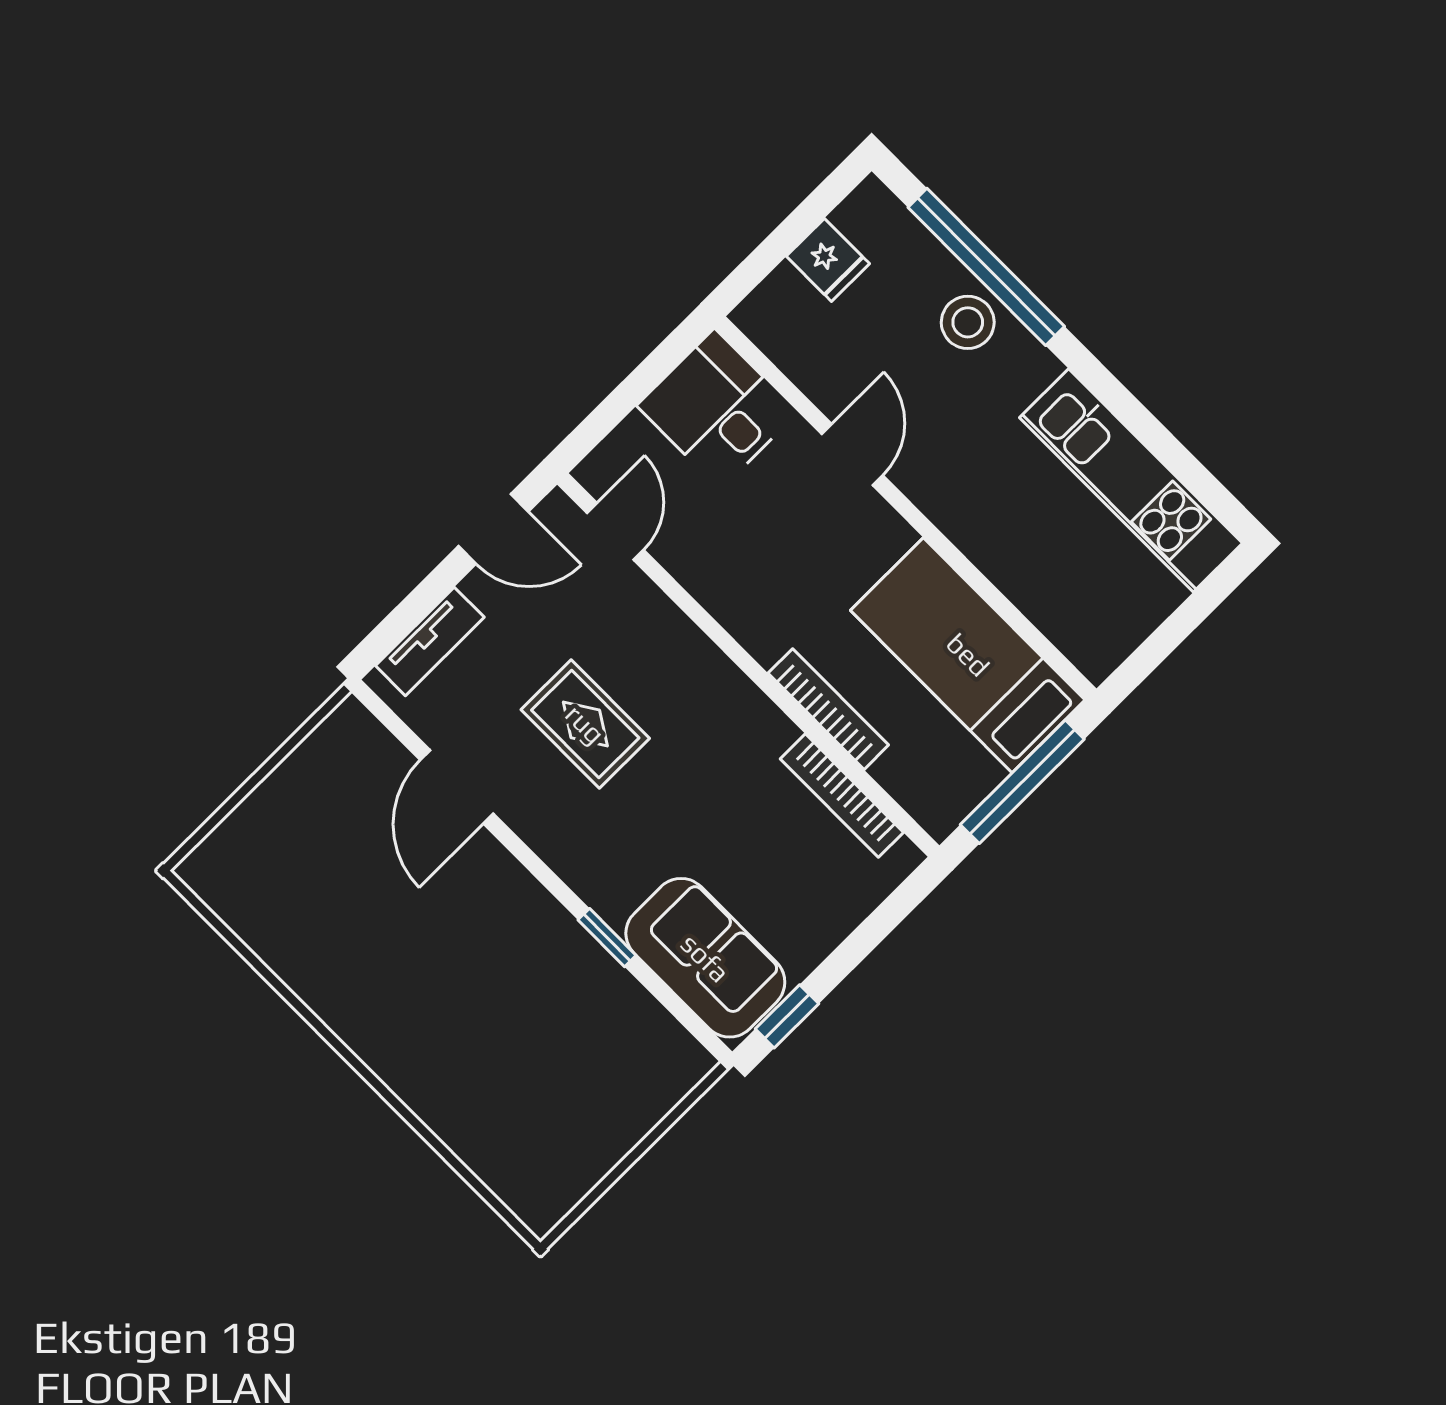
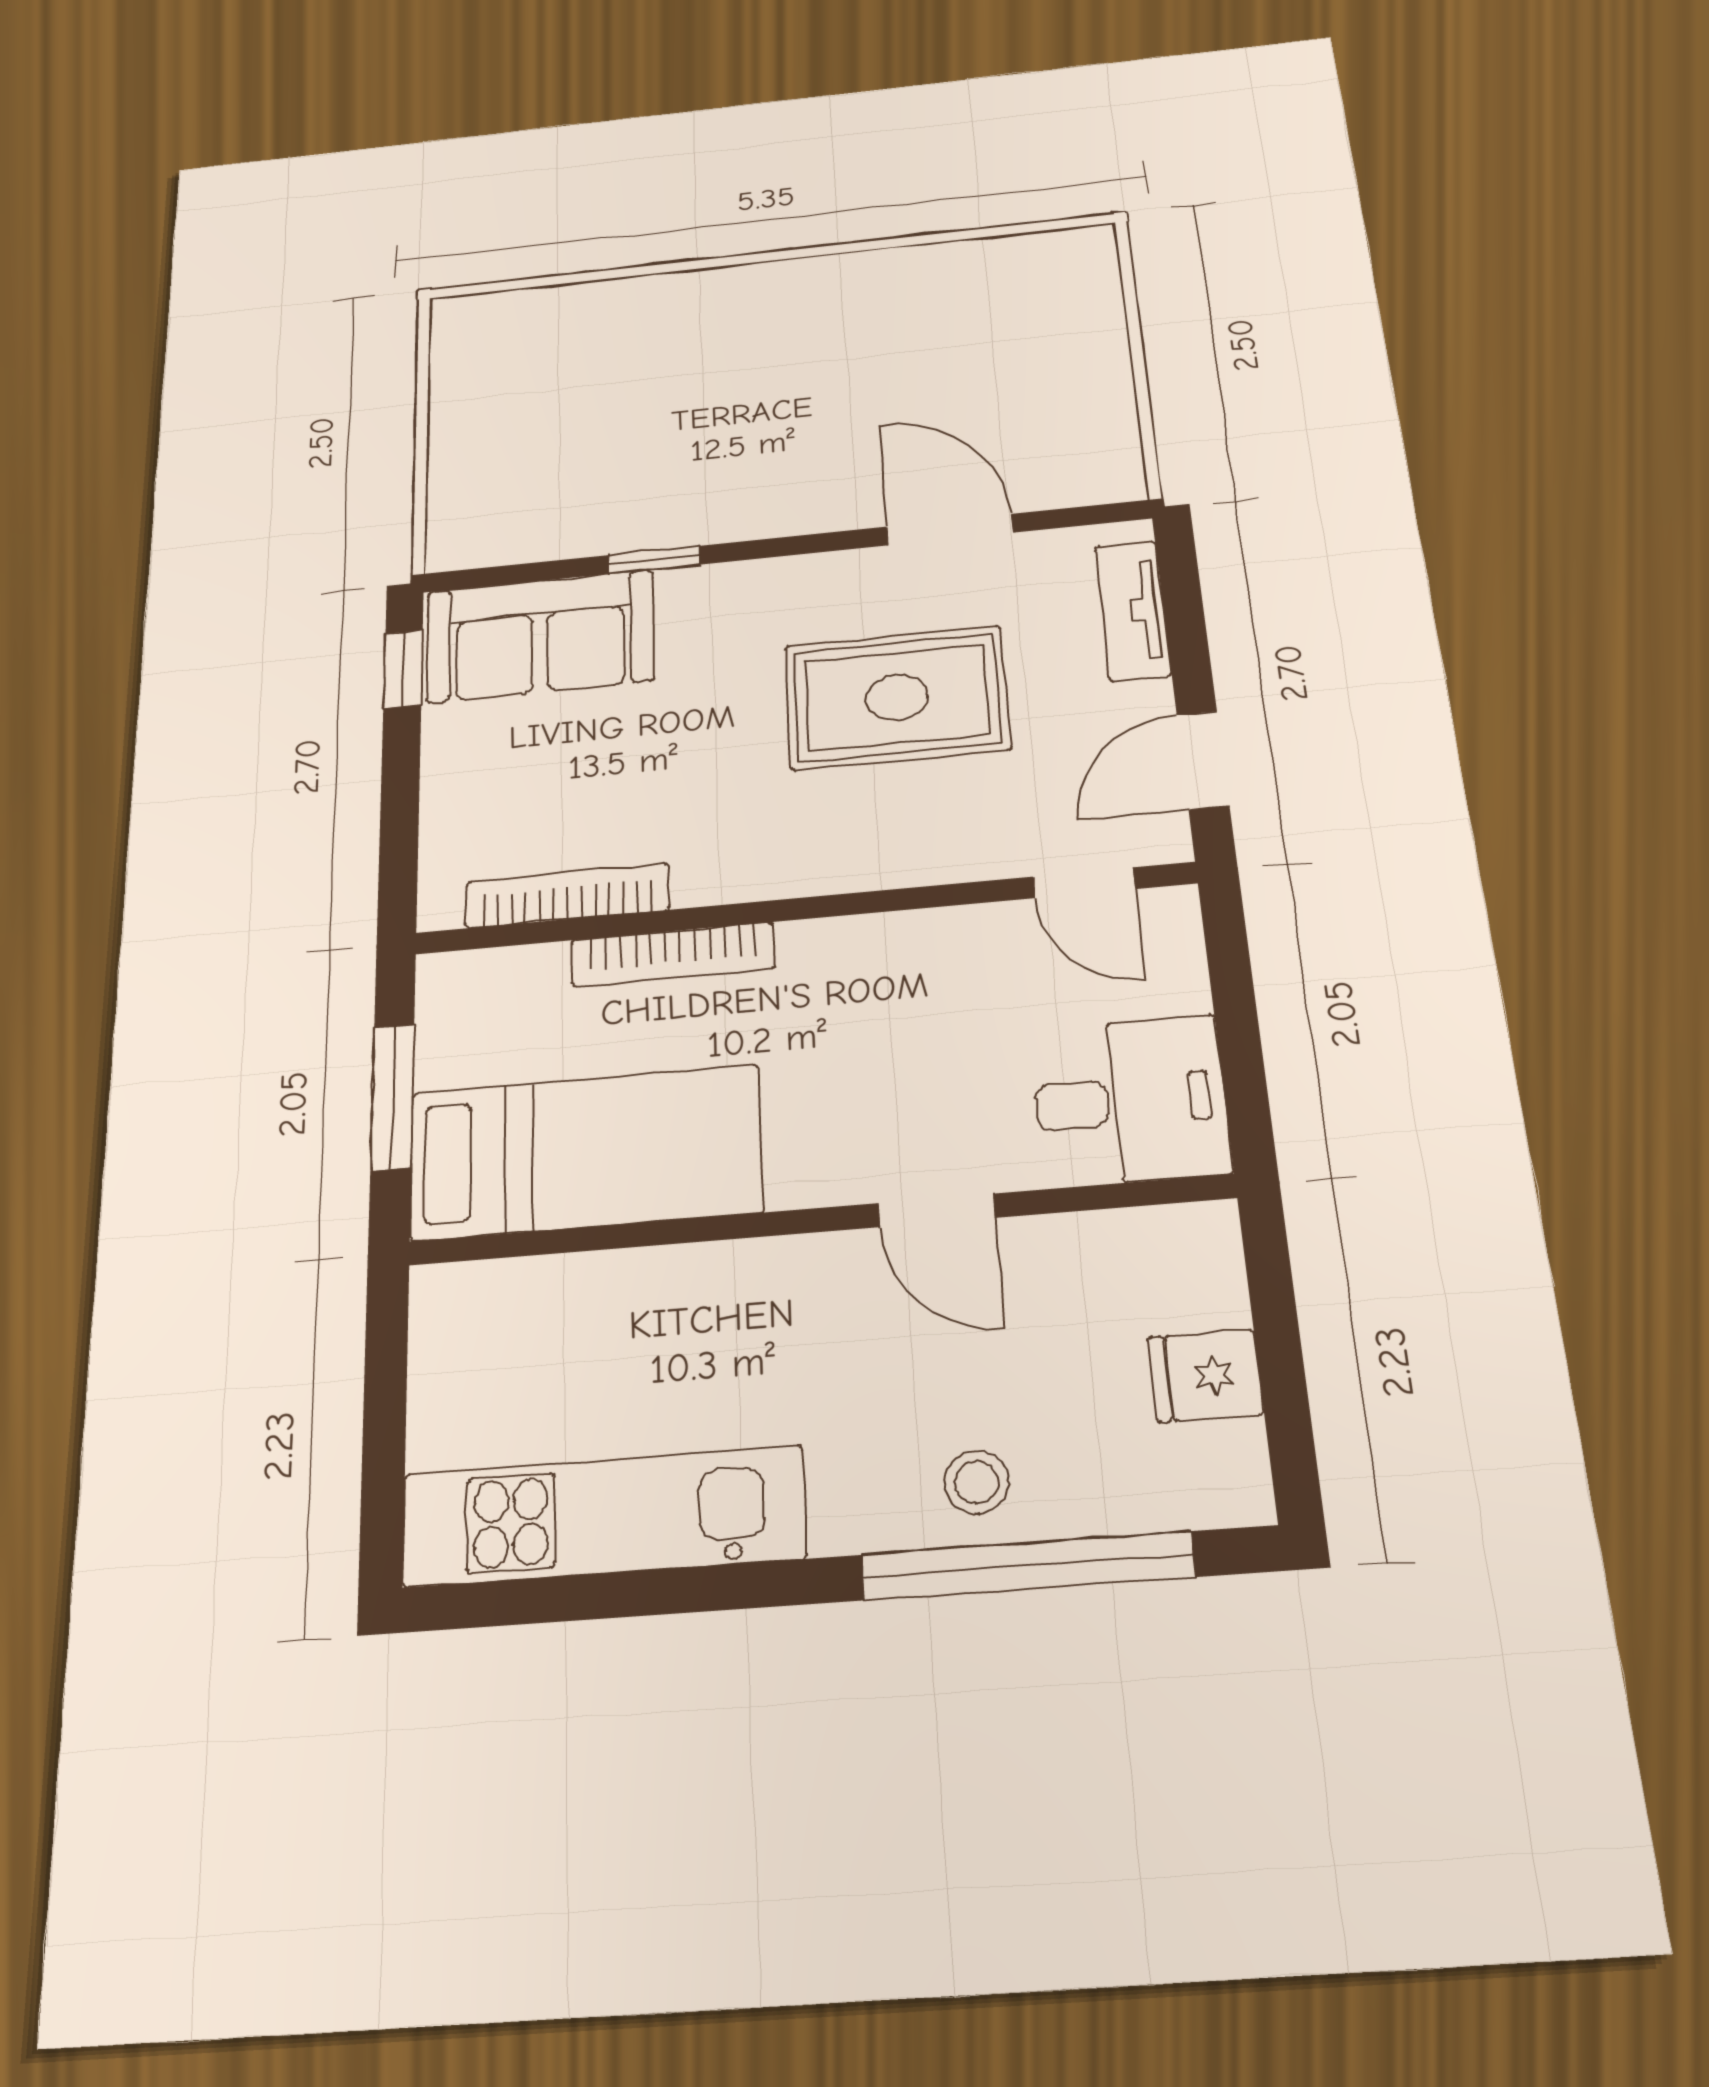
stool: (968, 322) -> (977, 1482), width x0.73, depth x0.73
rug: (585, 724) -> (897, 698), width x1.36, depth x1.43
window: (1022, 782) -> (393, 1097), width x0.69

